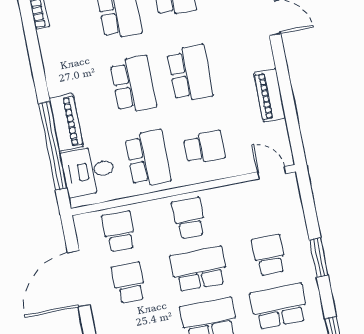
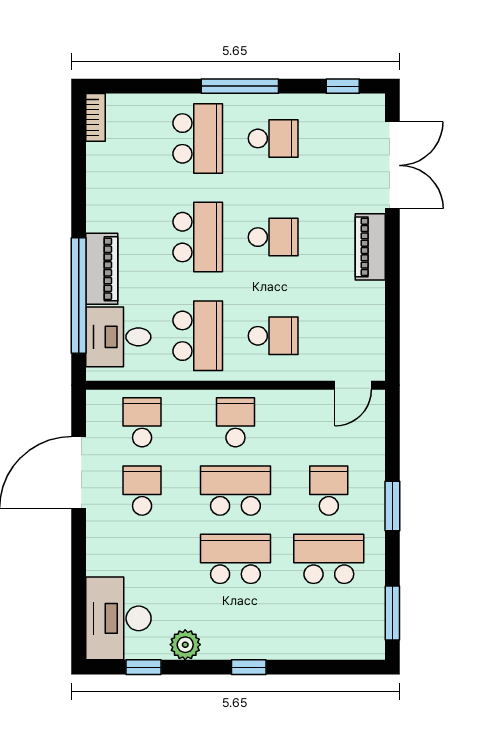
school desk: (190, 73) -> (273, 237), width x0.54
piano: (270, 95) -> (370, 247), moved
door: (272, 173) -> (353, 385), swing flipped

